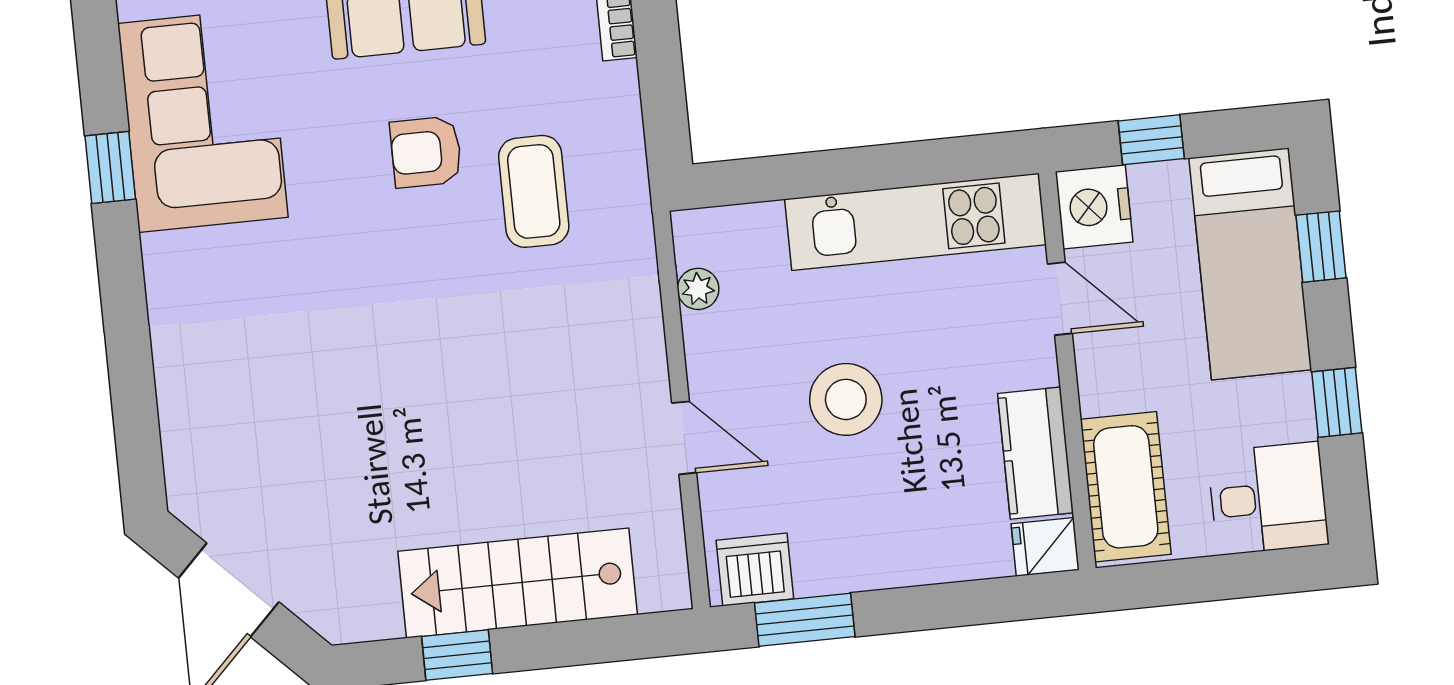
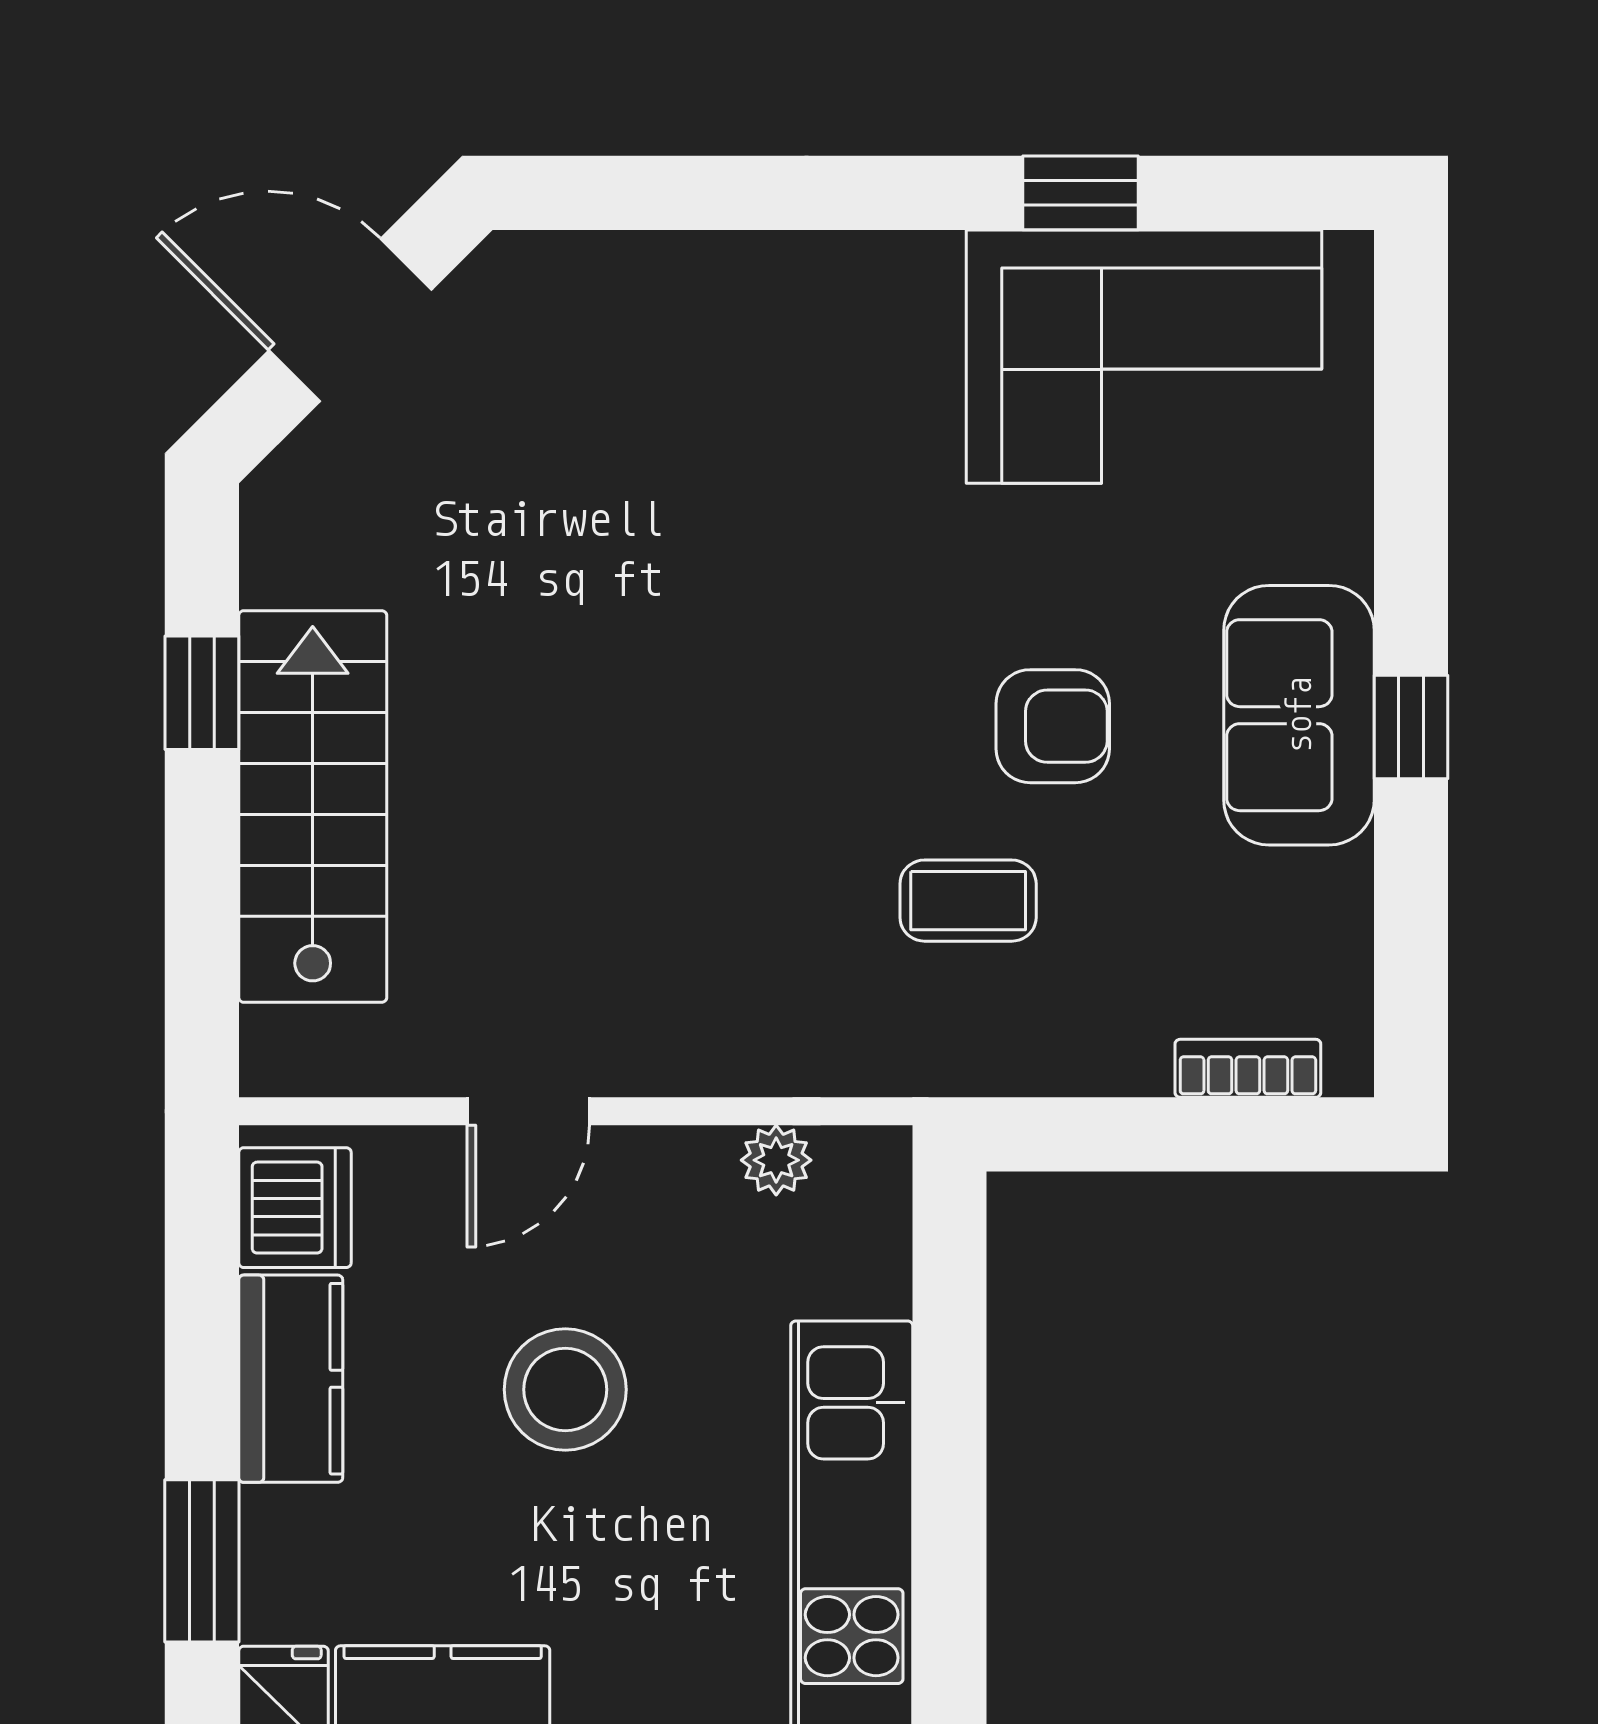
armchair: (426, 152) -> (1053, 726), turned 90
coffee table: (534, 191) -> (968, 901), width x0.73, depth x0.77
kitchen counter: (856, 562) -> (291, 1379), added
window: (805, 620) -> (202, 1561), moved

